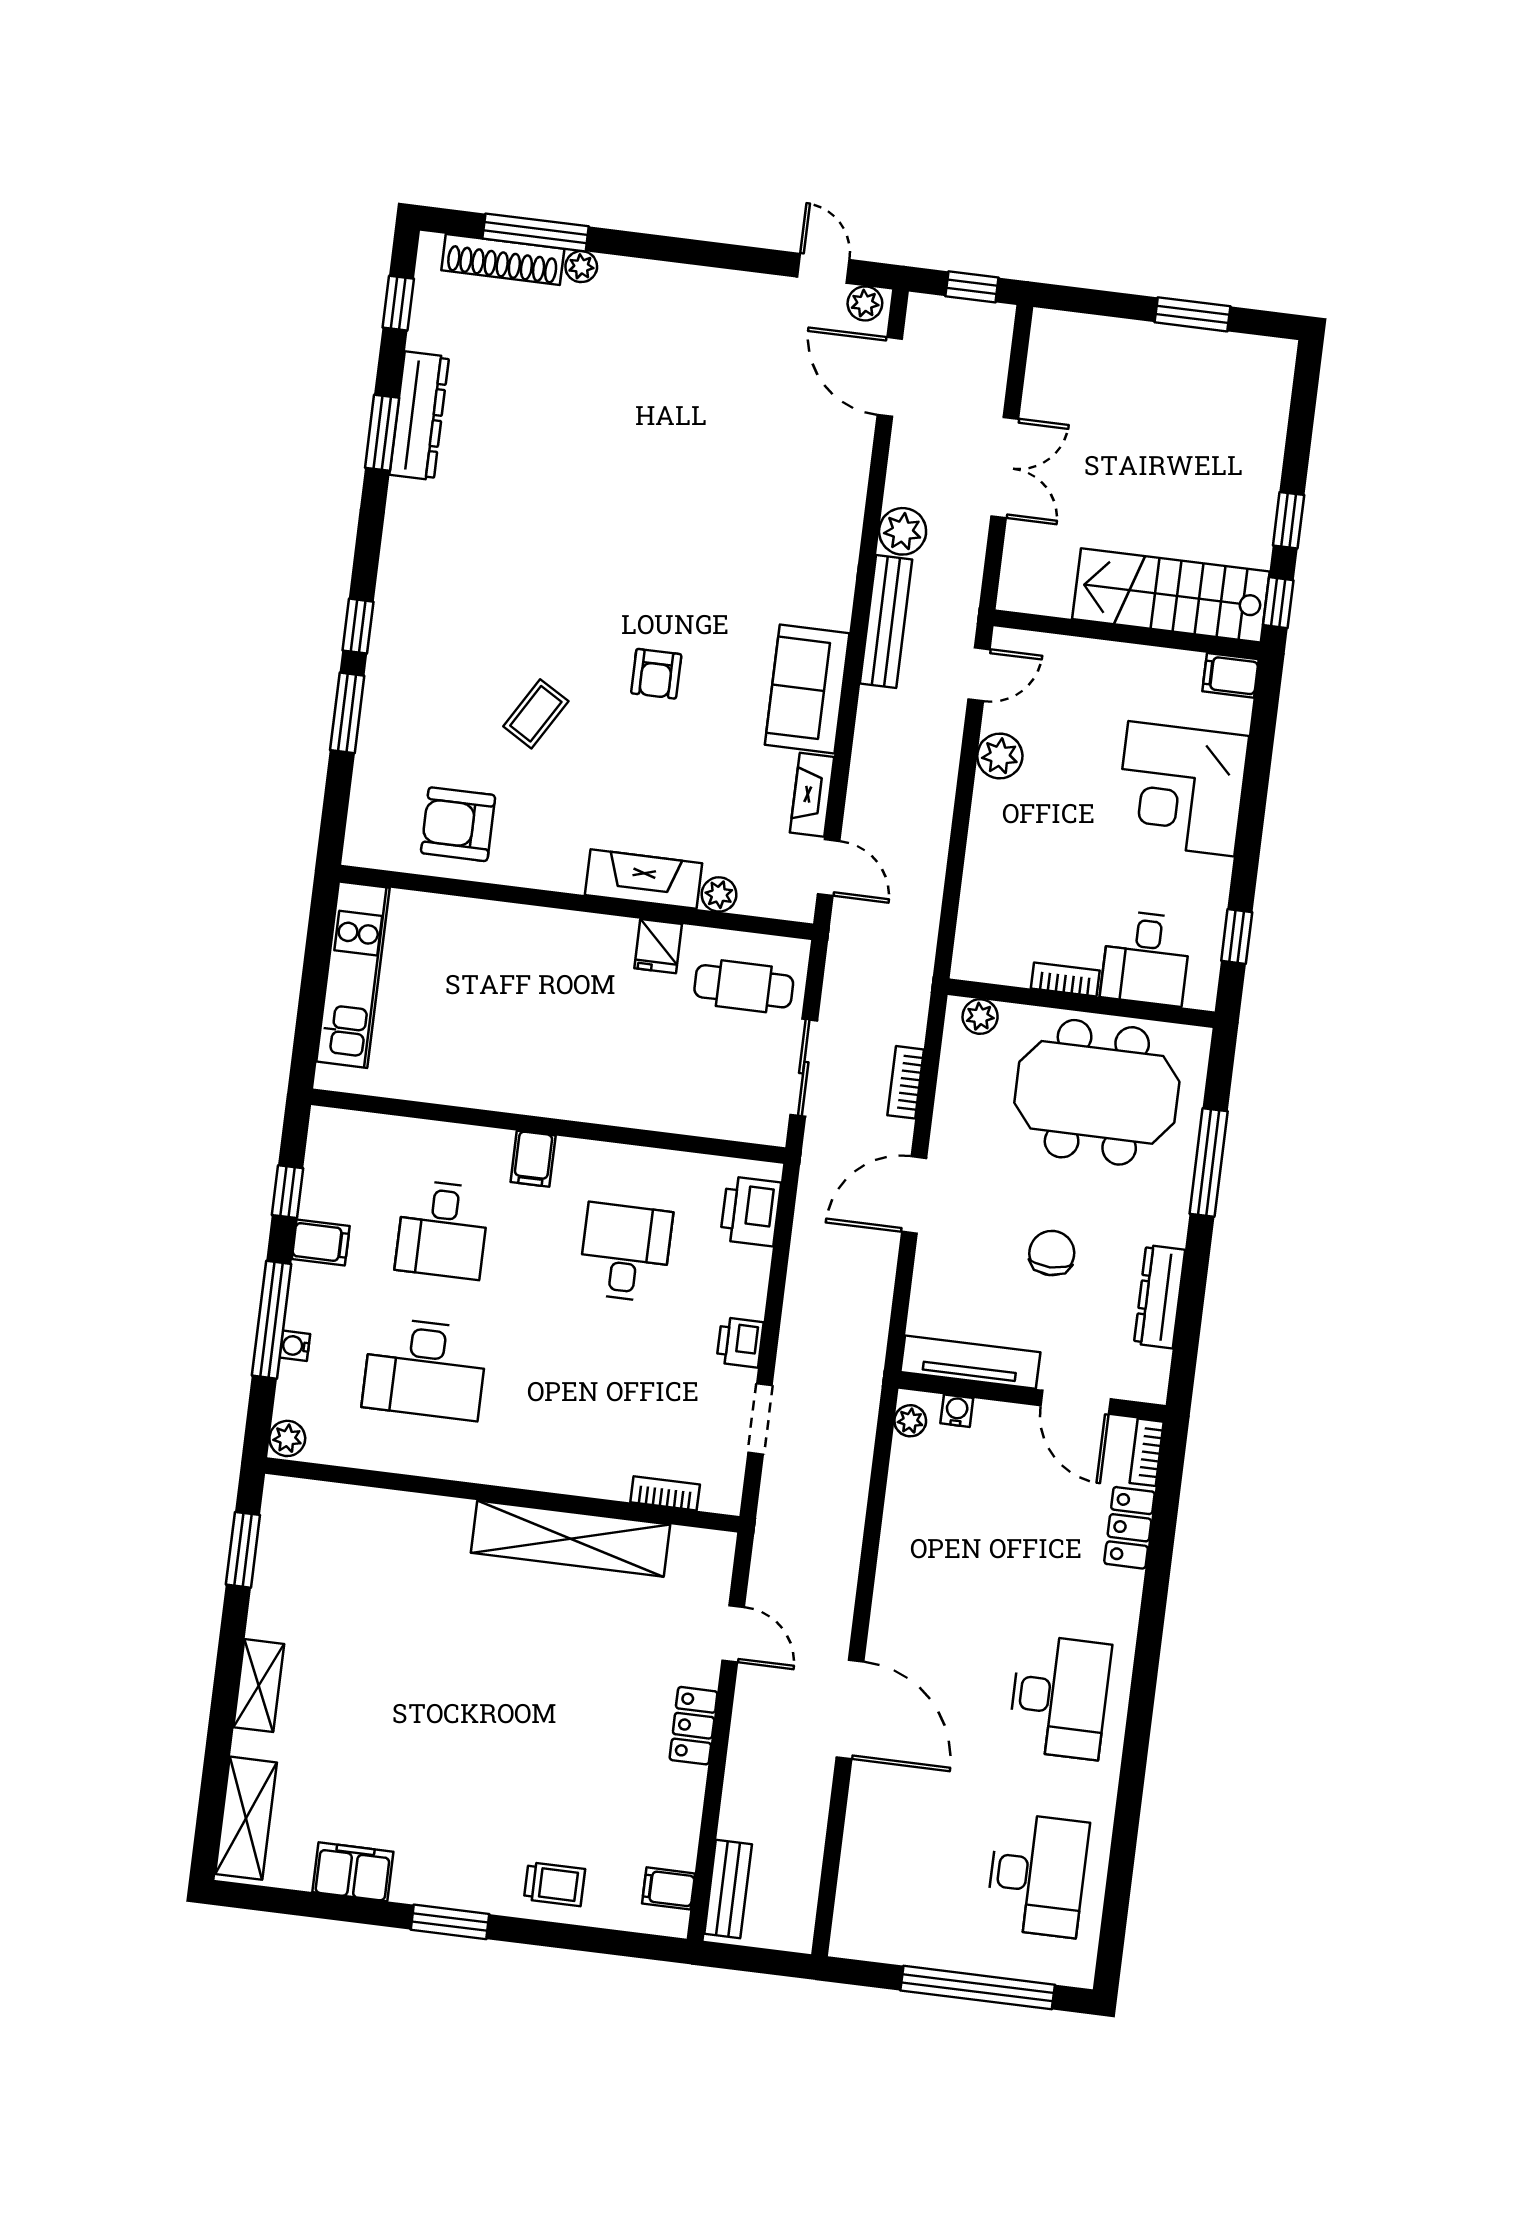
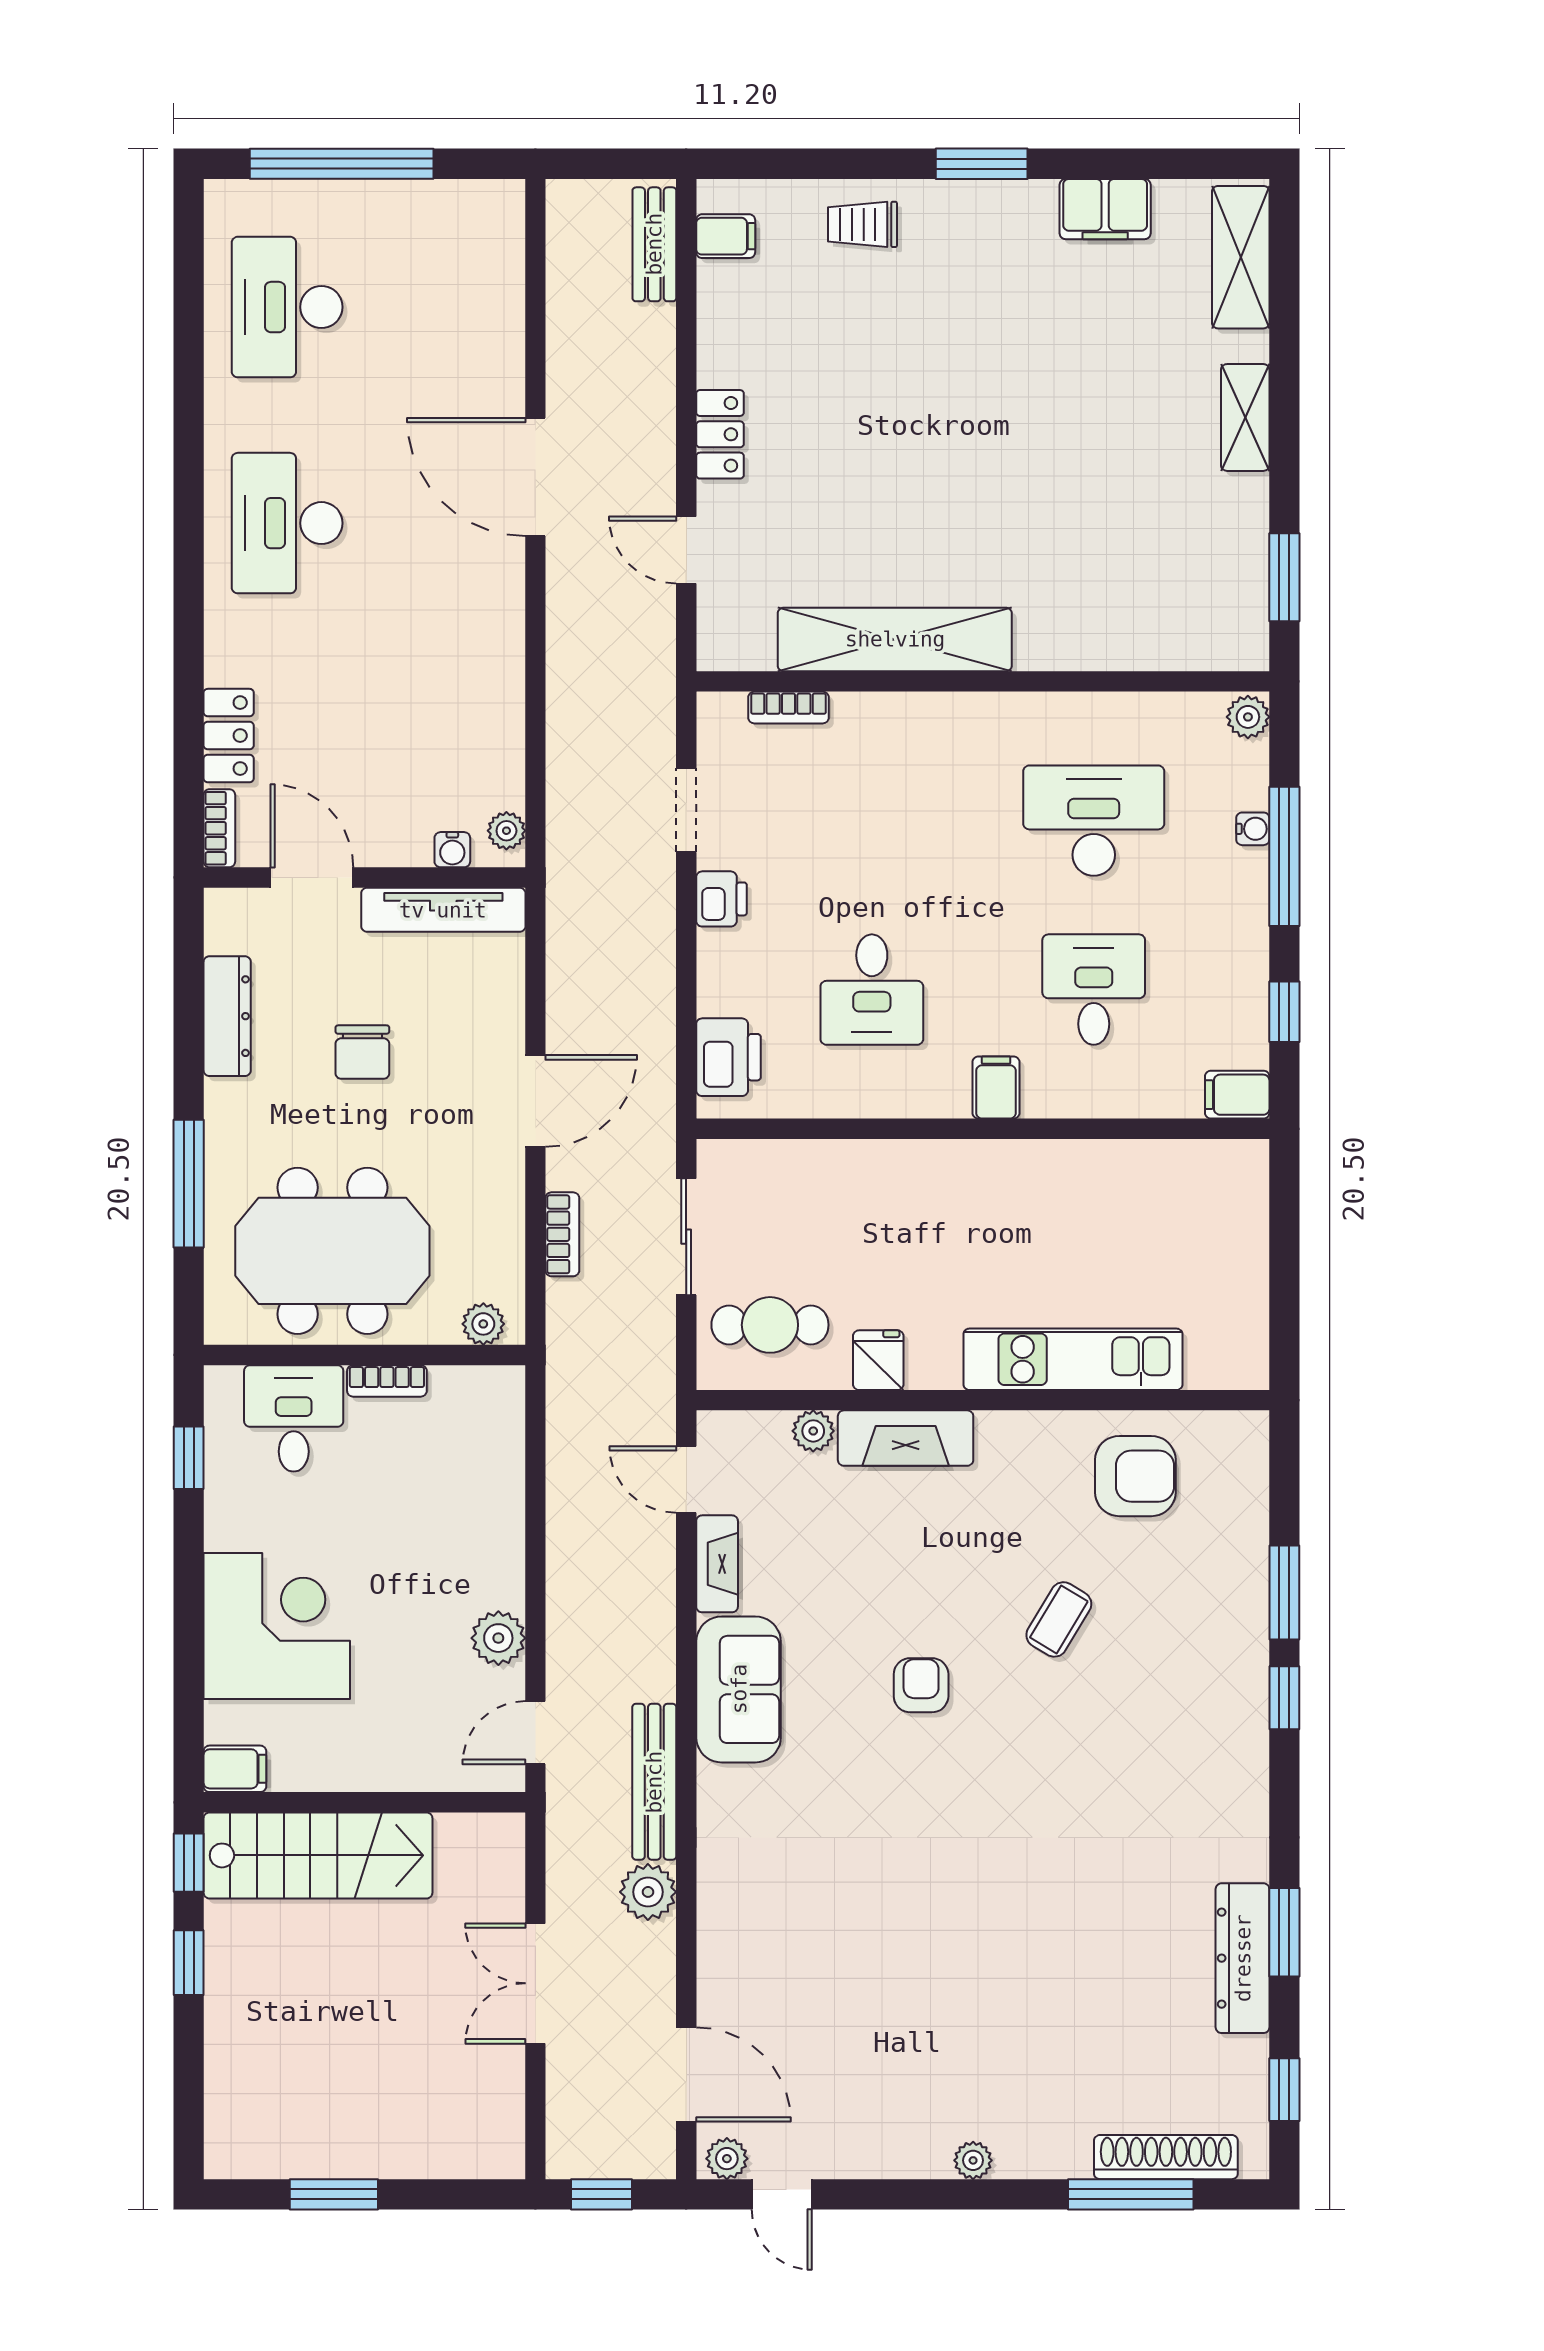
plant: (581, 267) -> (973, 2160), moved
kitchen unit: (353, 975) -> (1073, 1359), moved, turned 90
filing cabinet: (321, 1242) -> (1237, 1095), moved

